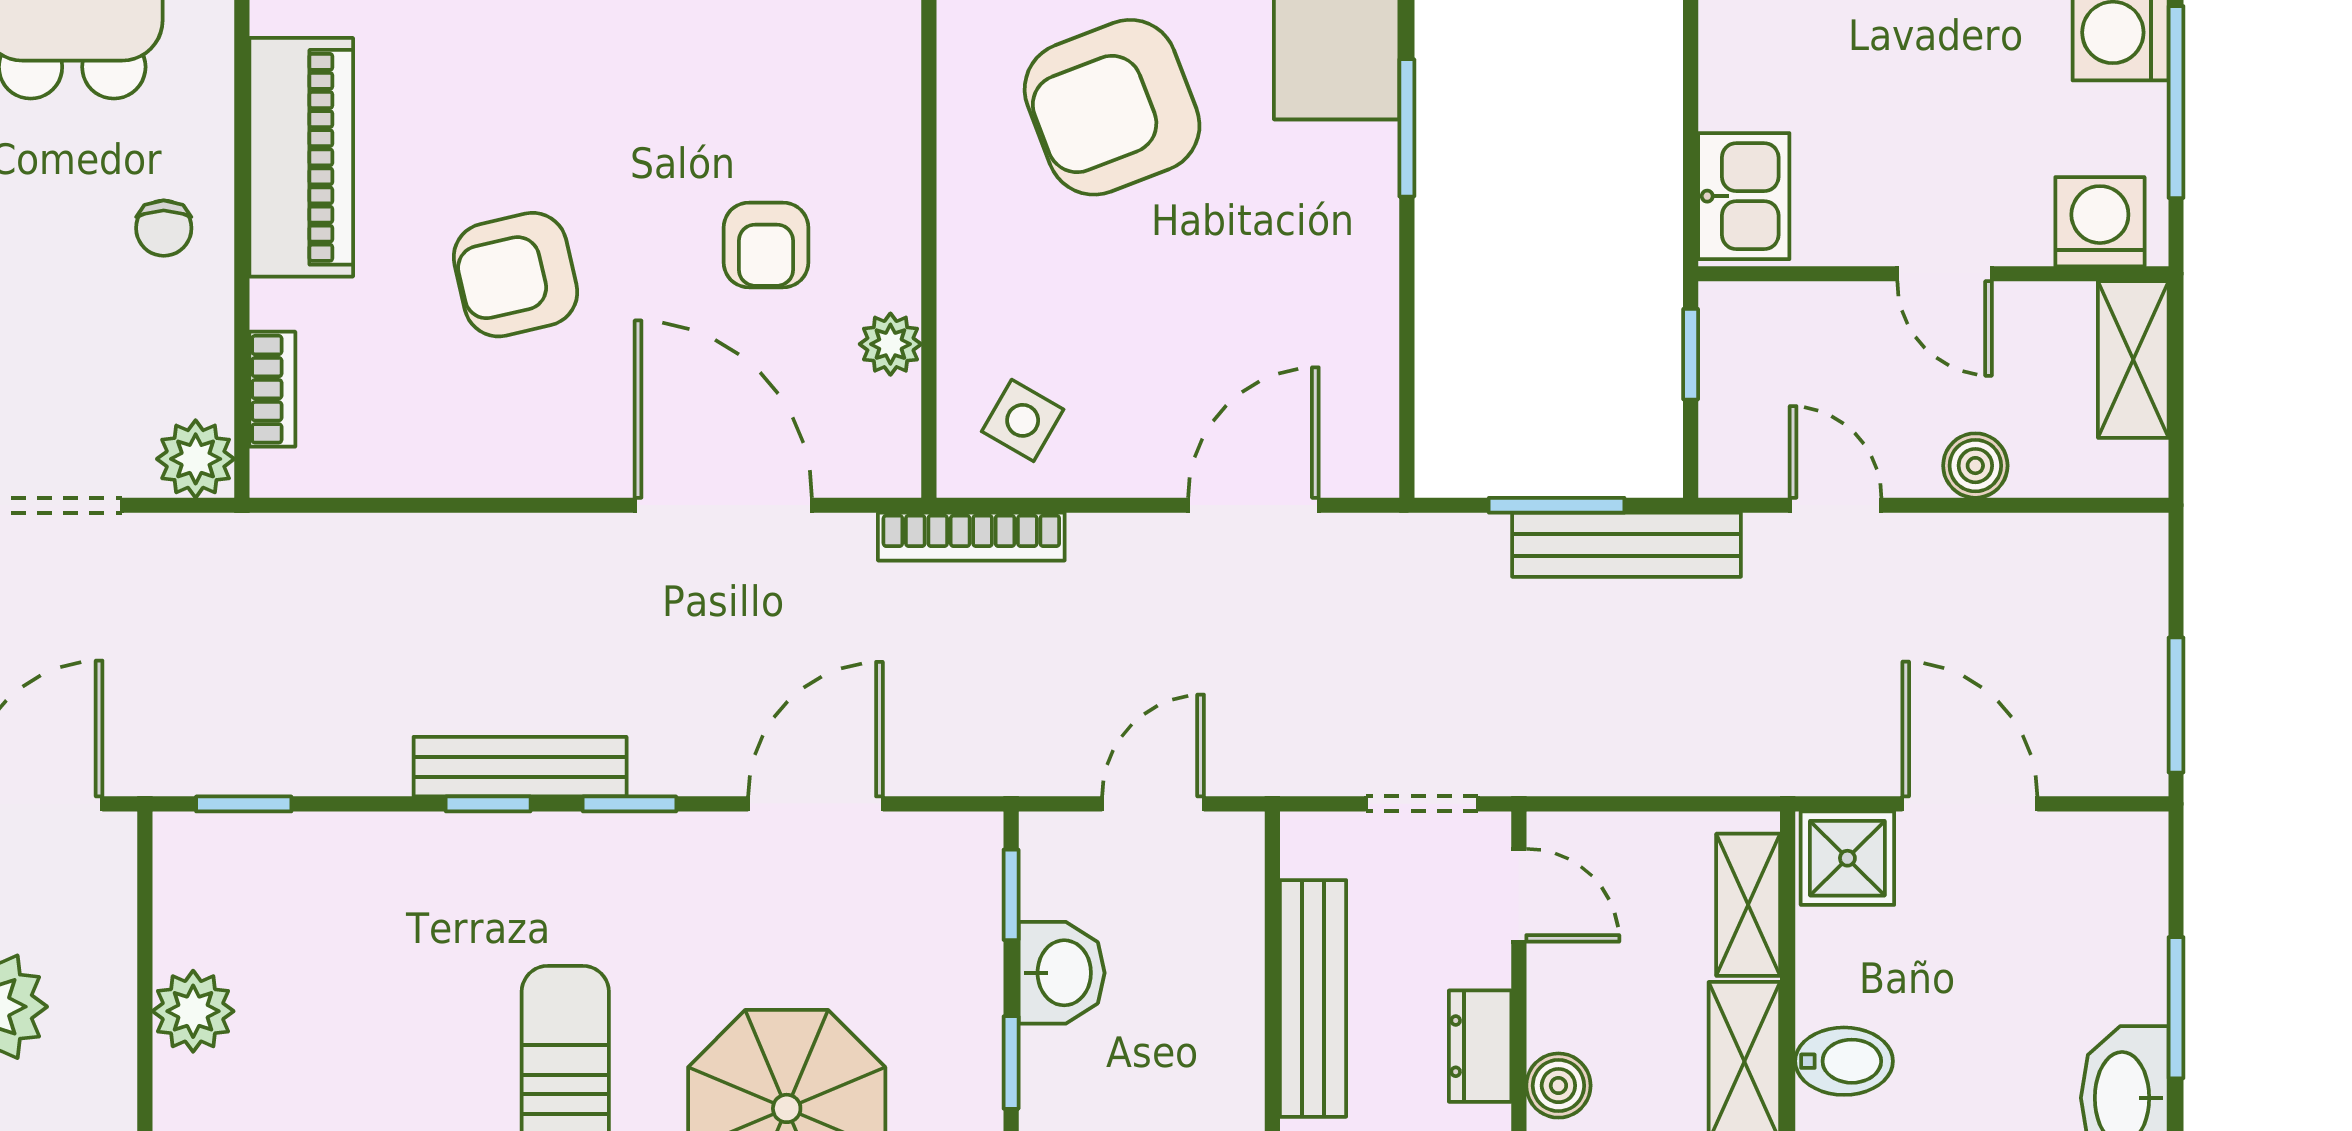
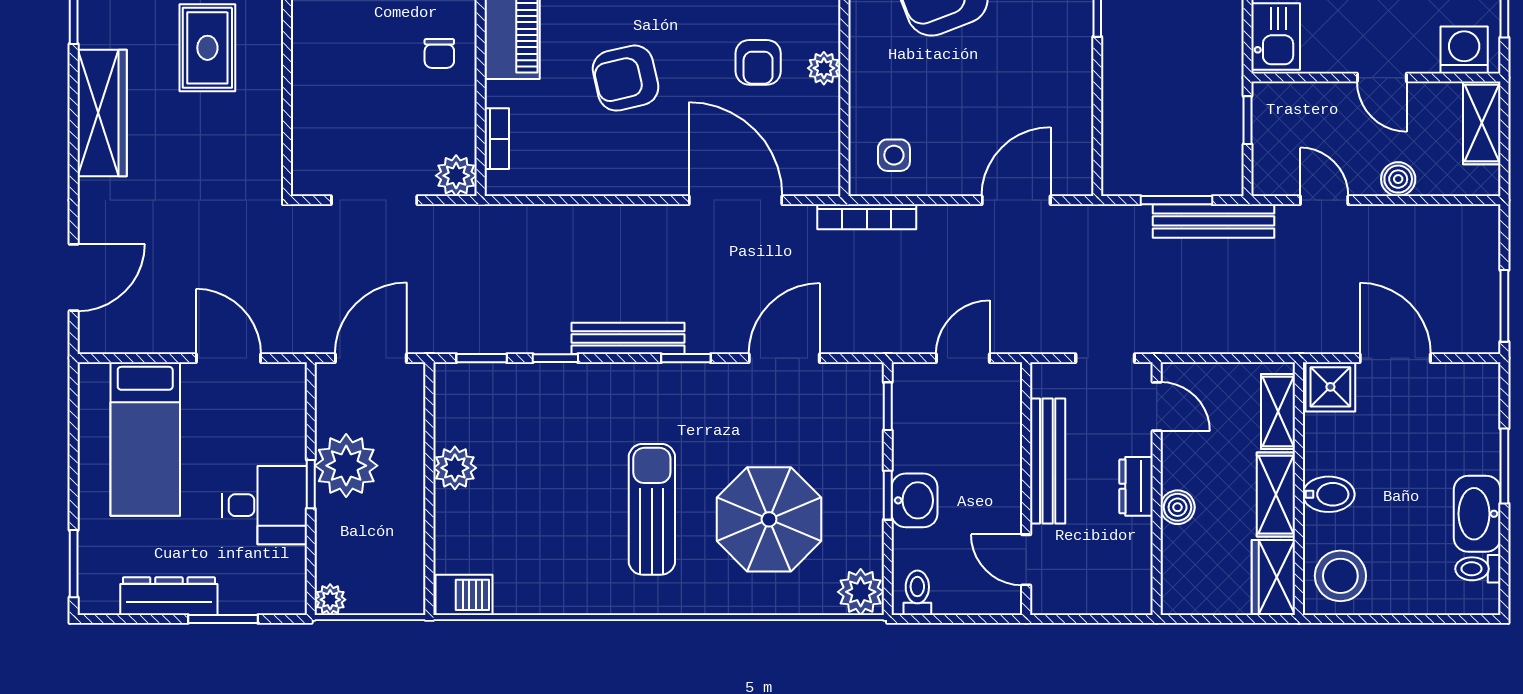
plant: (890, 344) -> (824, 68), moved
side table: (1023, 420) -> (894, 155), turned -30
window: (488, 804) -> (555, 358), moved
washbasin: (1062, 973) -> (915, 500), moved

